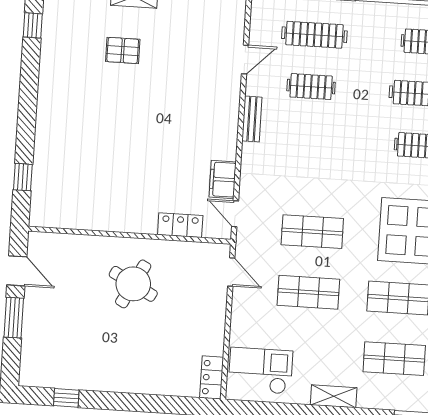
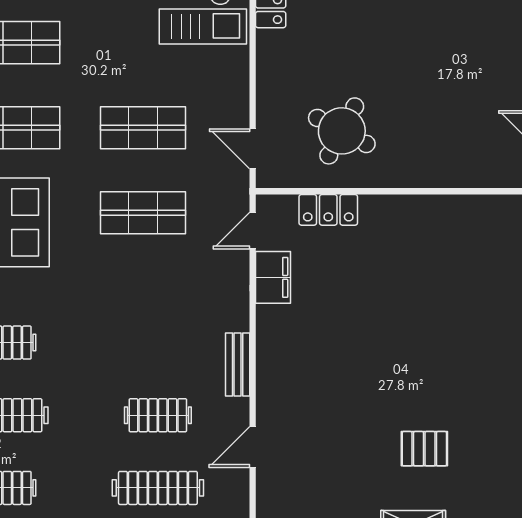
door: (235, 214) -> (253, 231), swing flipped
round table: (133, 284) -> (342, 131), moved

